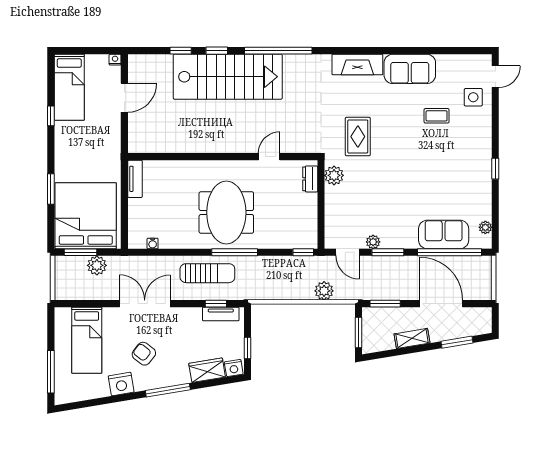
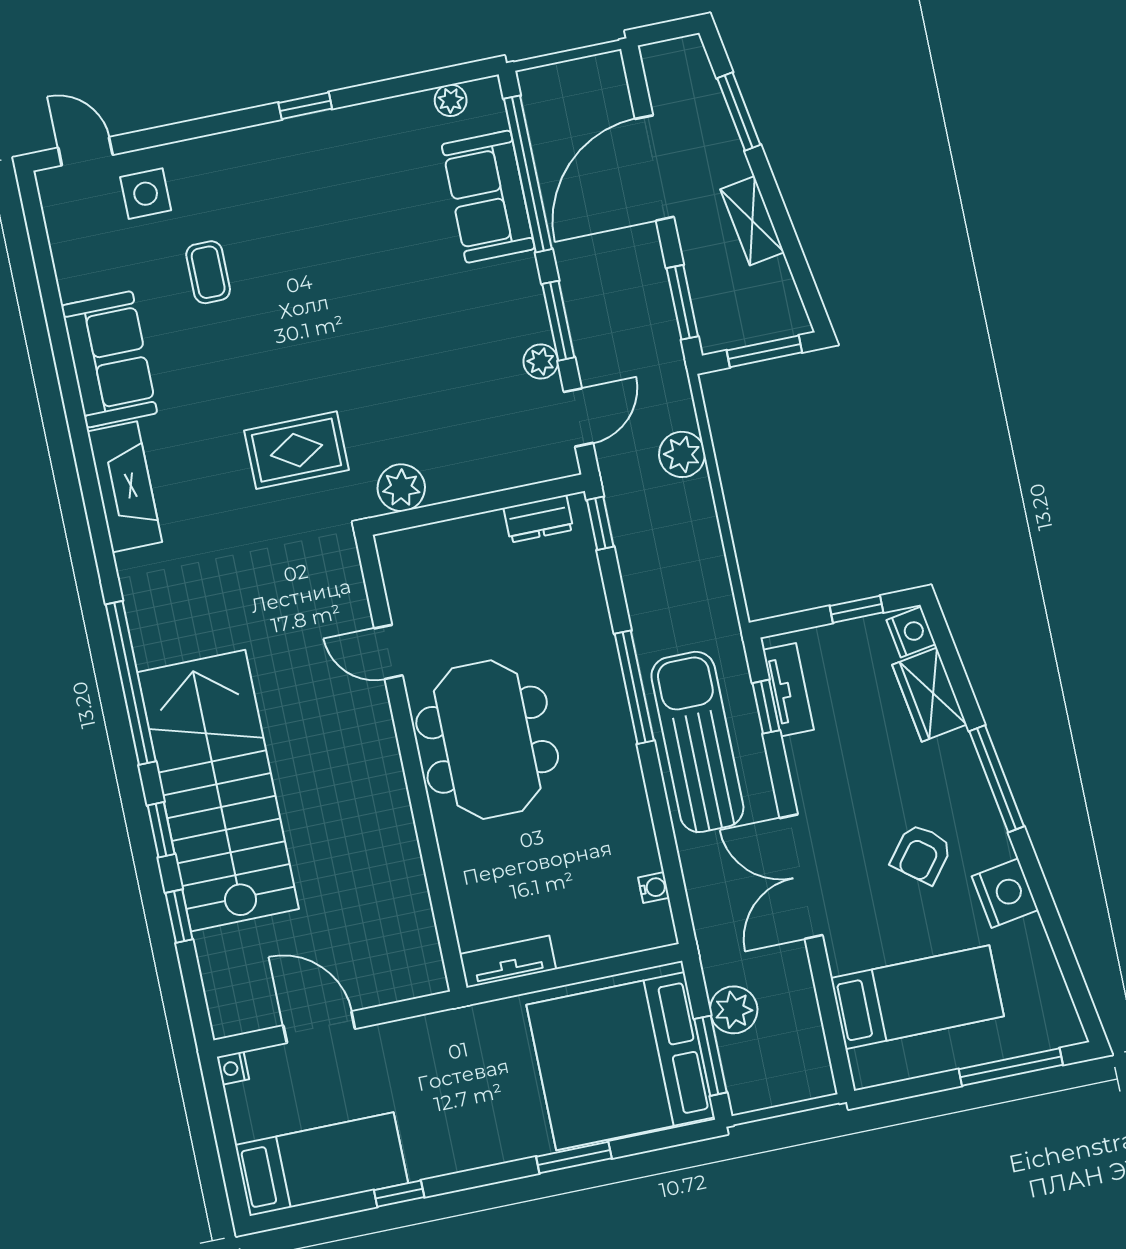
dresser: (310, 179) -> (538, 519), moved
meeting table: (226, 213) -> (487, 740), moved, turned 90
sun lounger: (207, 273) -> (697, 742), width x1.36, depth x1.34

